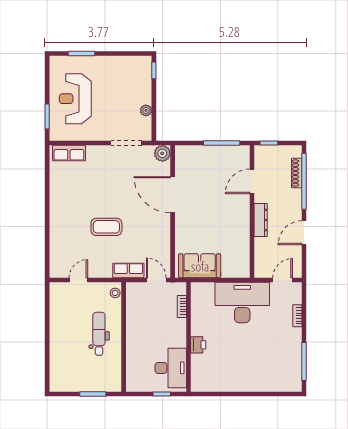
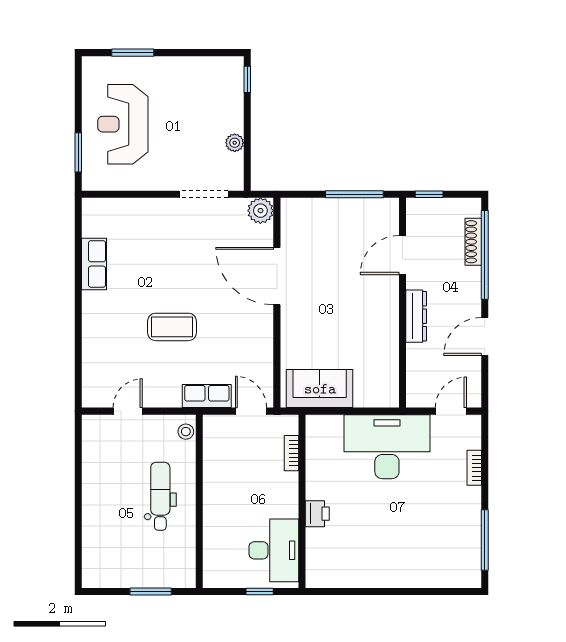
row of seats: (69, 153) -> (94, 264), moved, turned -90

